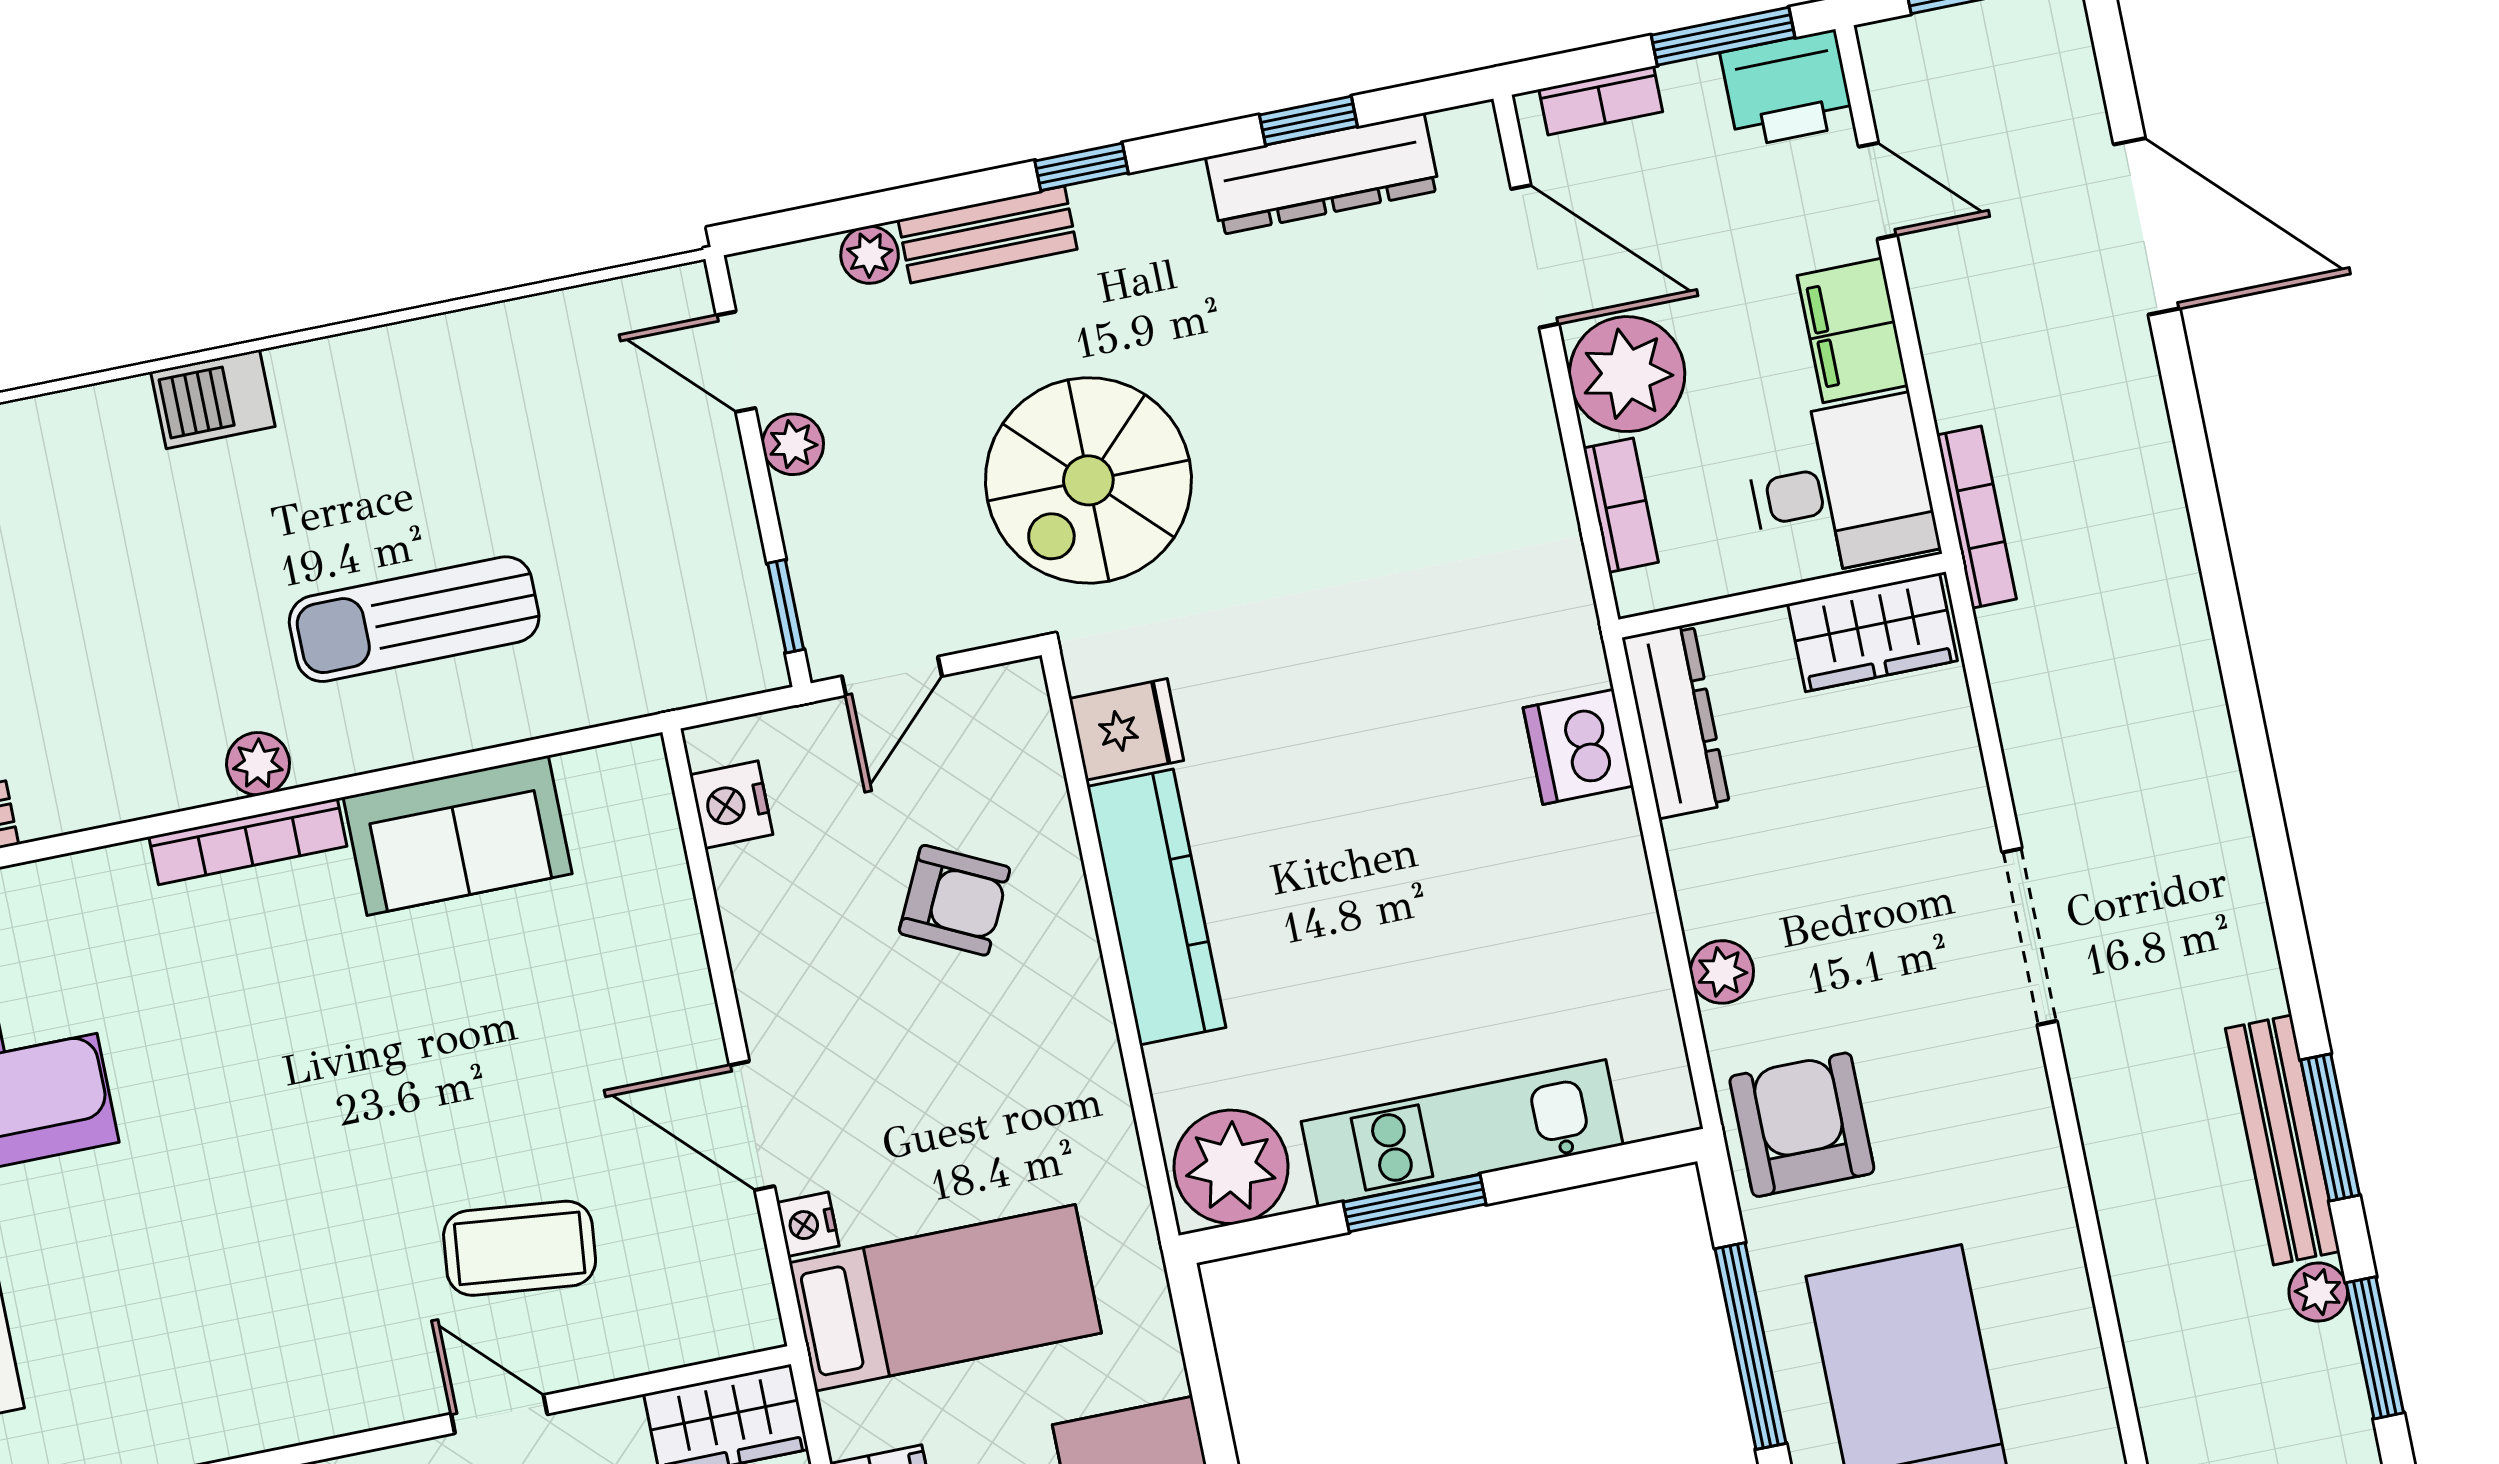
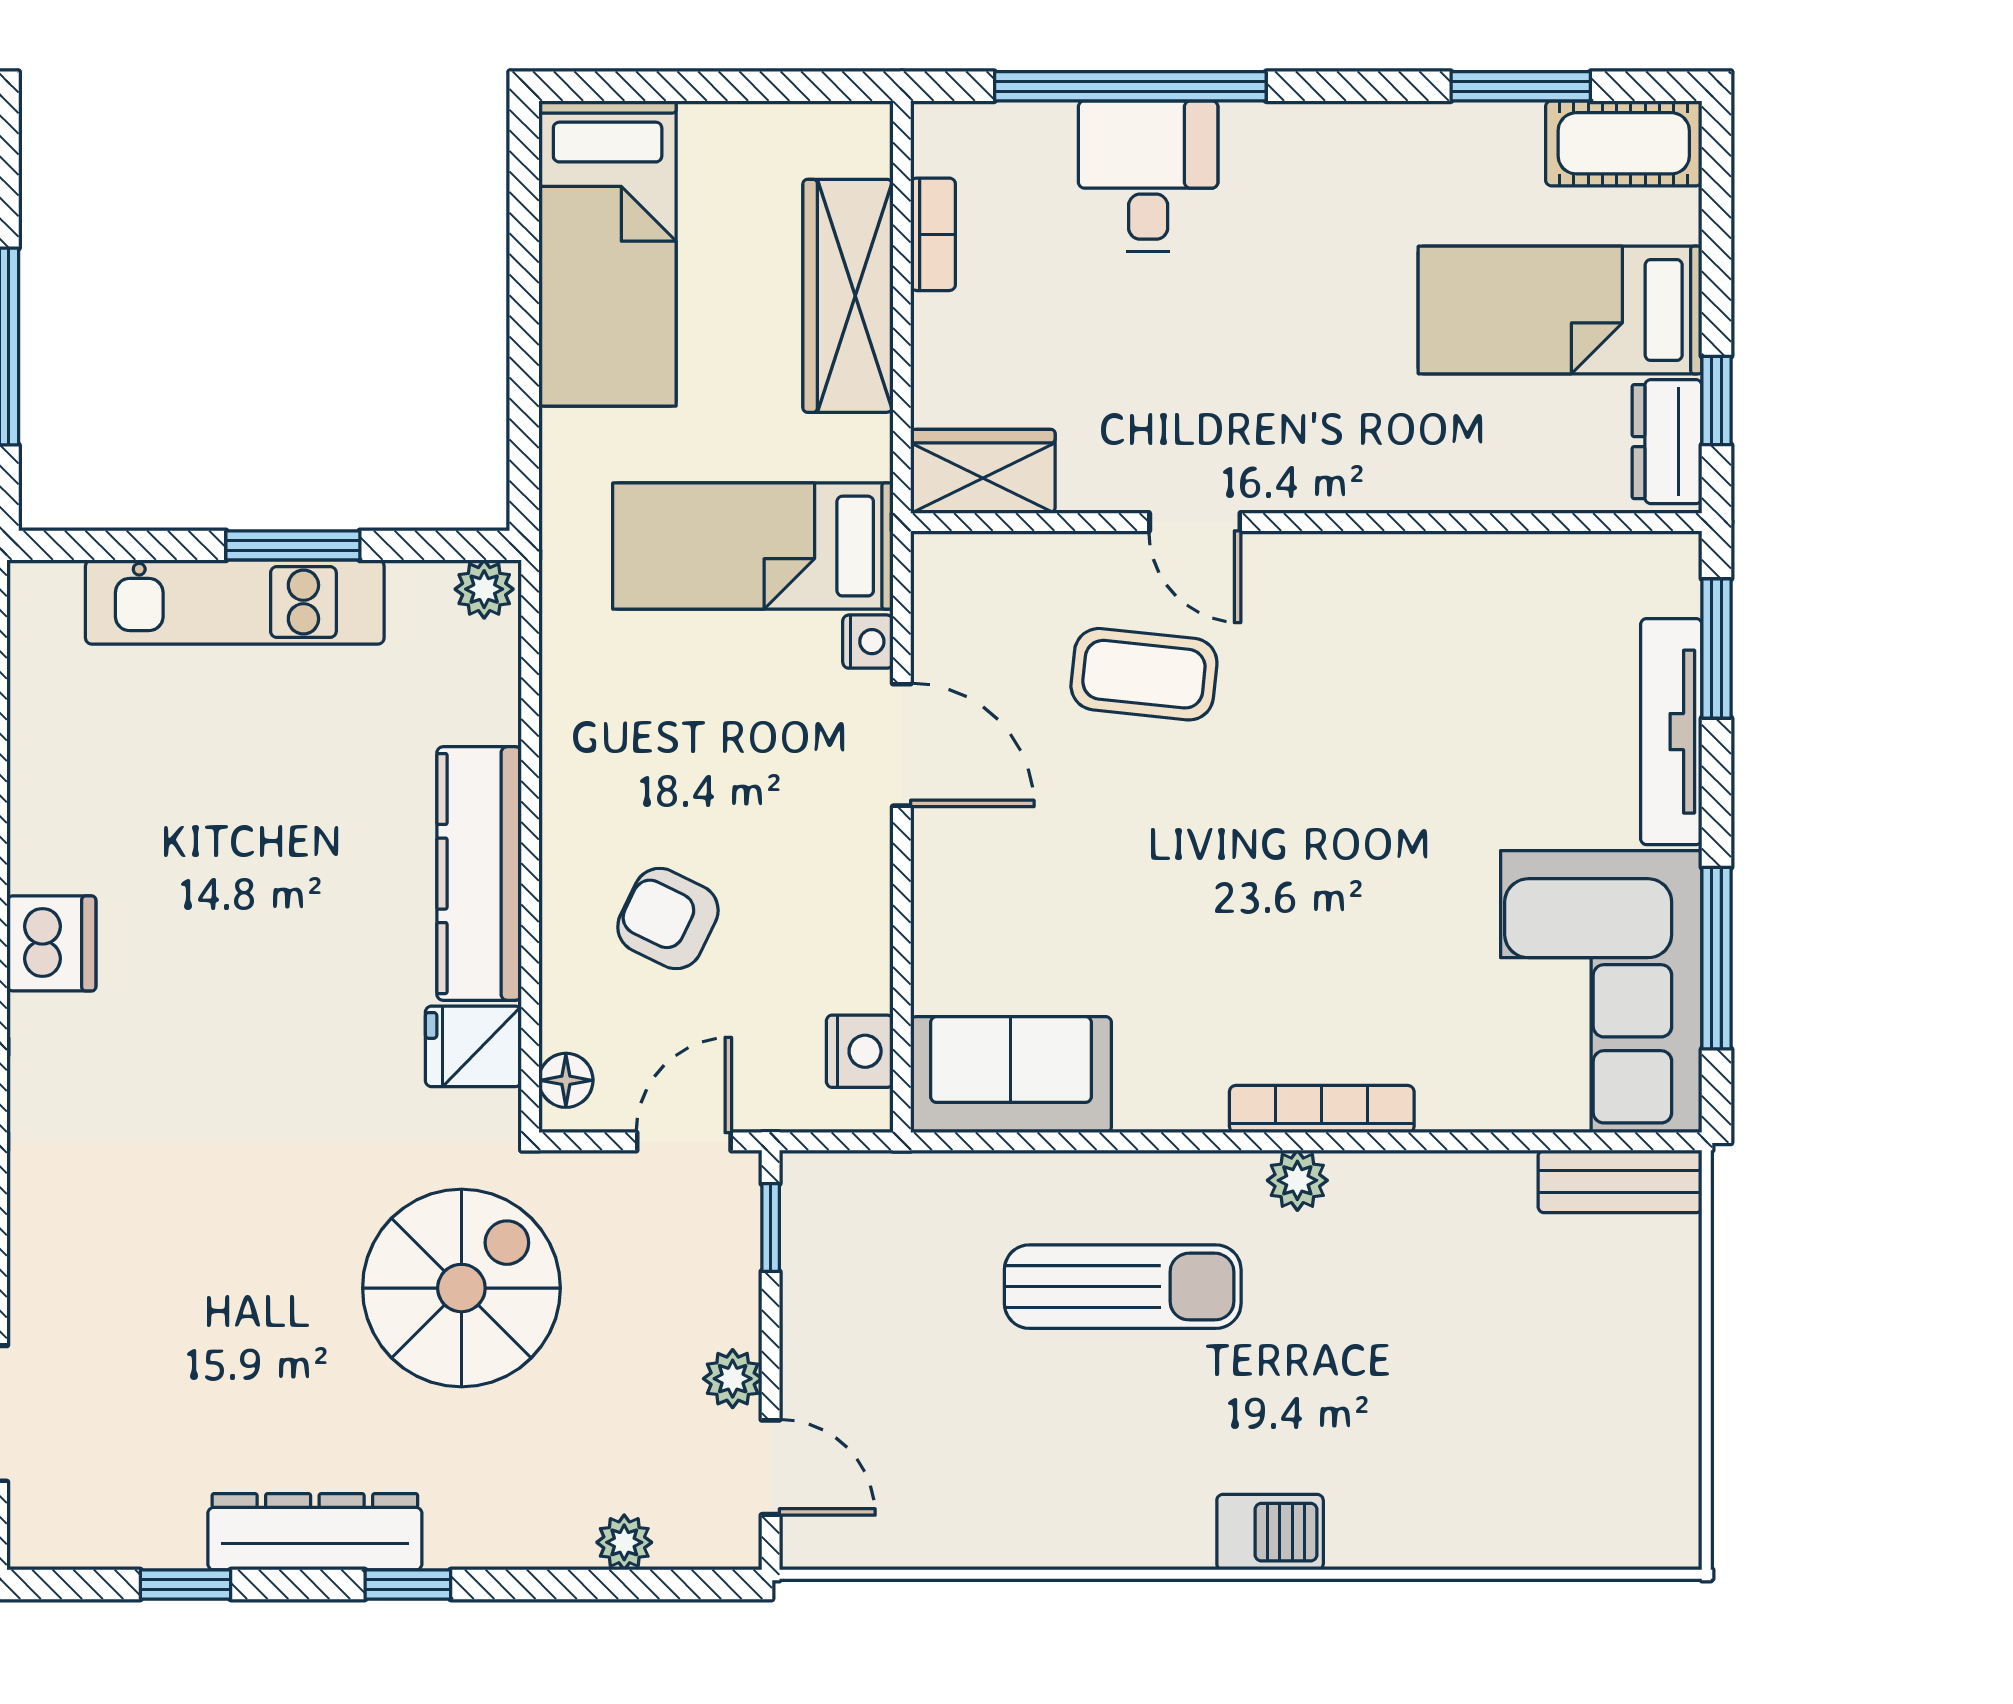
dresser: (1323, 174) -> (315, 1532), moved
bench: (988, 235) -> (509, 1539), removed
floor lamp: (1025, 714) -> (566, 1080), added
sofa: (458, 835) -> (1011, 1075), moved
plant: (1231, 1167) -> (484, 589), width x0.53, depth x0.53

